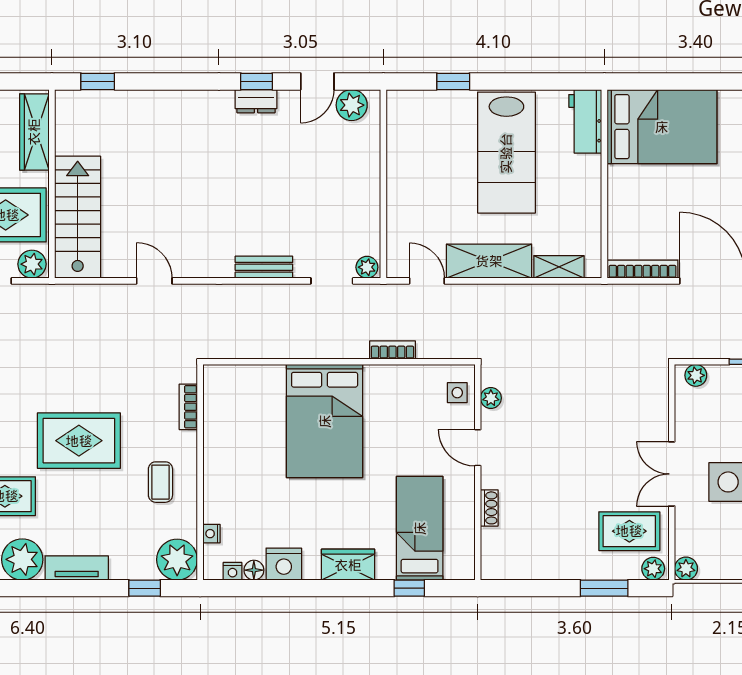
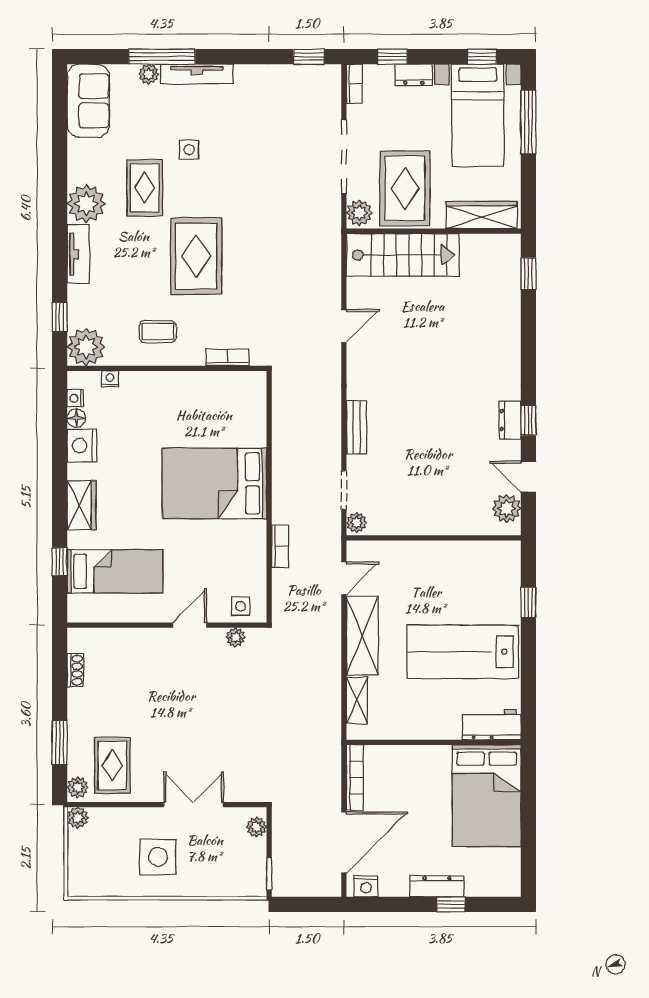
double door: (672, 474) -> (194, 805), moved
shoe rack: (489, 508) -> (75, 670), moved, turned -90

